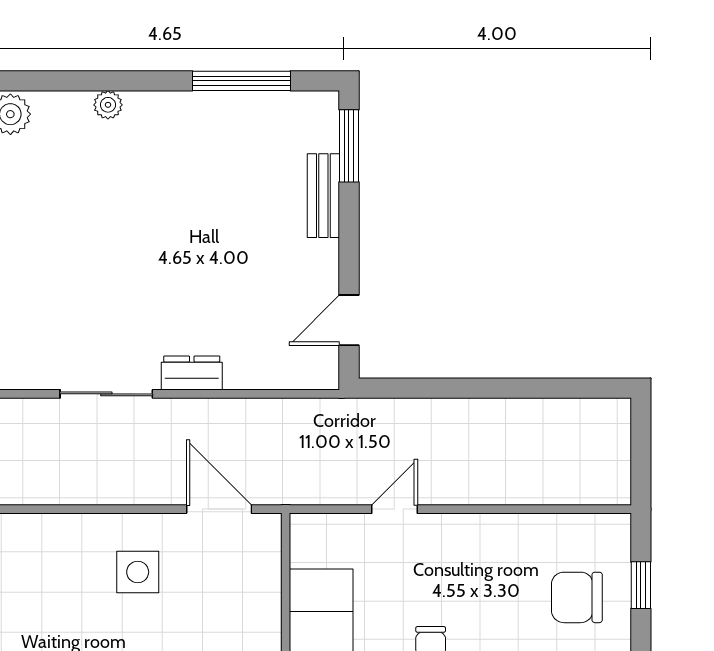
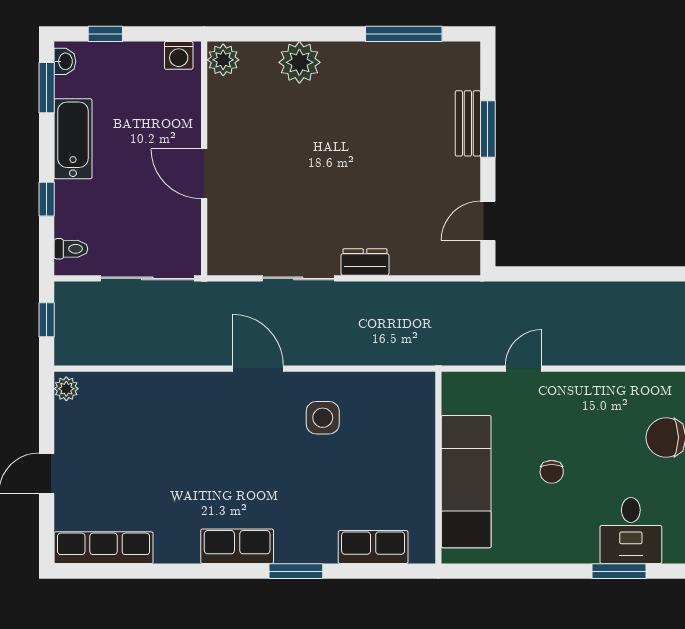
plant: (108, 105) -> (299, 62), width x1.88, depth x1.88
window: (349, 146) -> (488, 129), moved
door: (219, 509) -> (258, 369), moved

